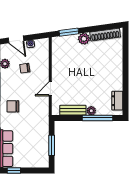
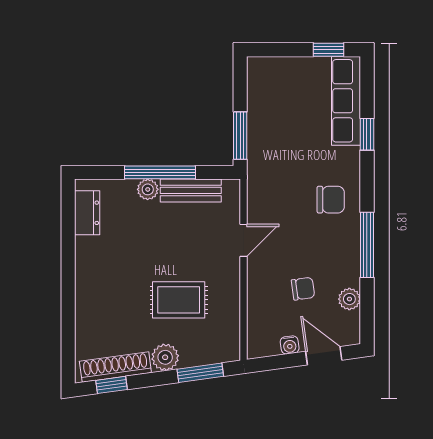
window: (107, 27) -> (111, 385), added
rug: (78, 63) -> (179, 300), added
window: (98, 118) -> (160, 172), moved
window: (52, 145) -> (240, 136), moved

